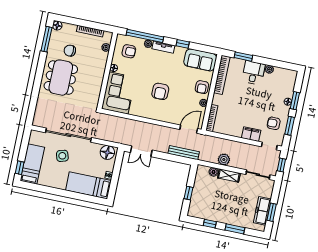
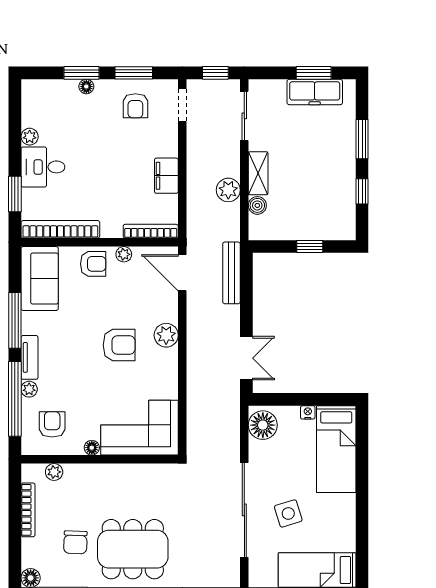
window: (183, 44) -> (15, 320), width x2.17
plant: (160, 115) -> (166, 335), added
filing cabinet: (251, 134) -> (166, 176), moved

